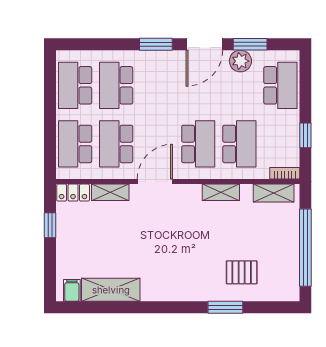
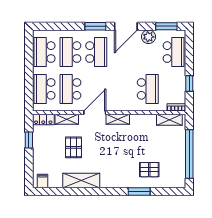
window: (250, 44) -> (166, 26), moved
school desk: (198, 144) -> (96, 52), moved
shelving: (221, 192) -> (118, 119), moved
pallet: (121, 237) -> (73, 147), added
shelving: (111, 290) -> (81, 181), moved

